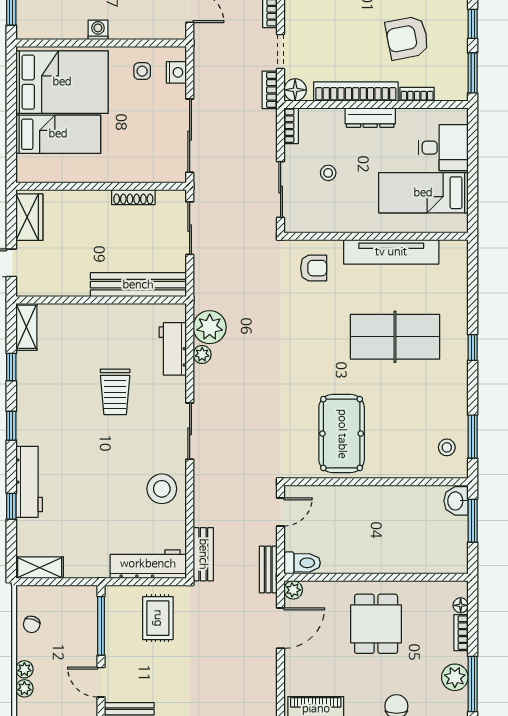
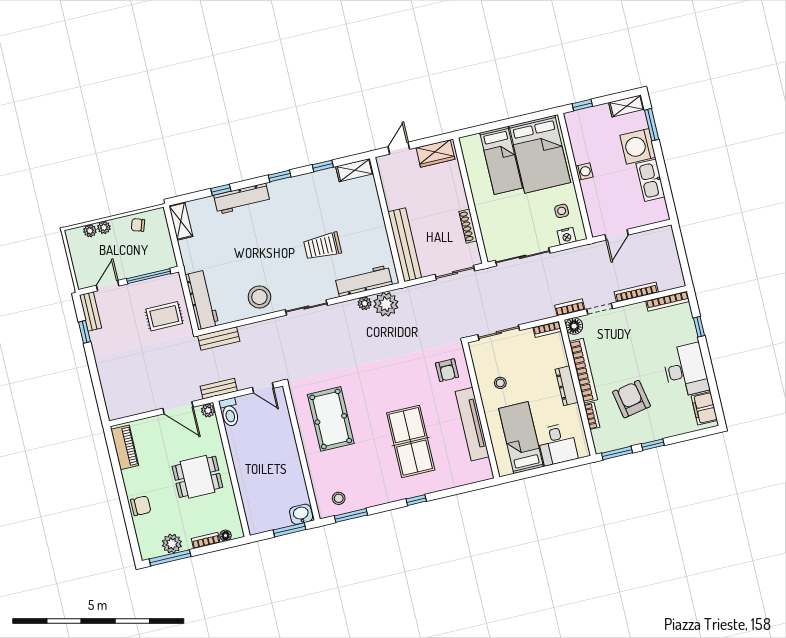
stool: (328, 173) -> (500, 383), moved
workbench: (173, 349) -> (364, 281), width x1.38
pool table: (342, 434) -> (331, 419), turned 90

